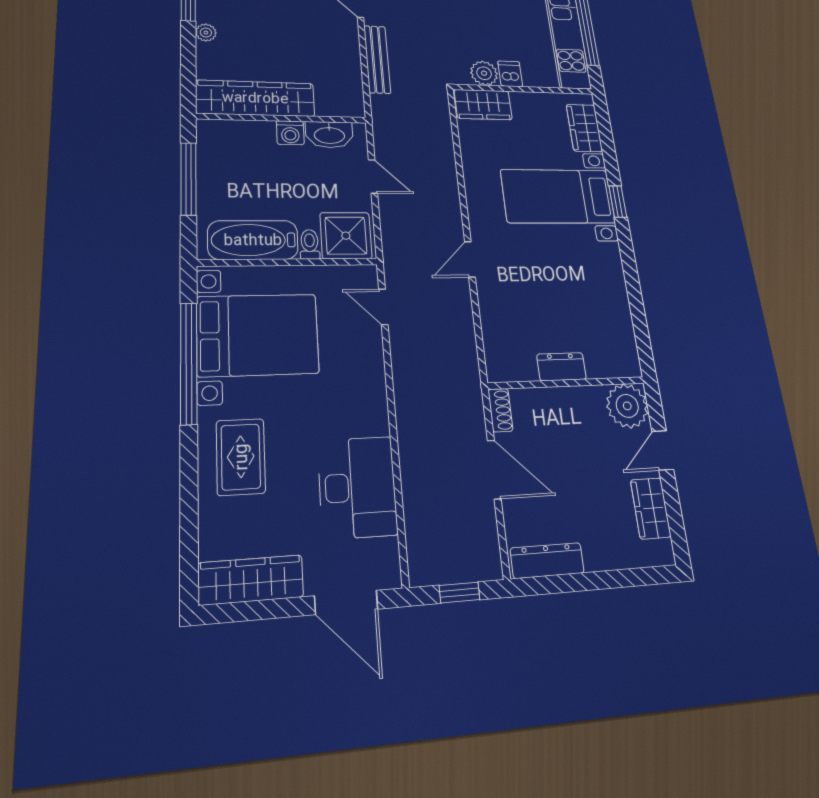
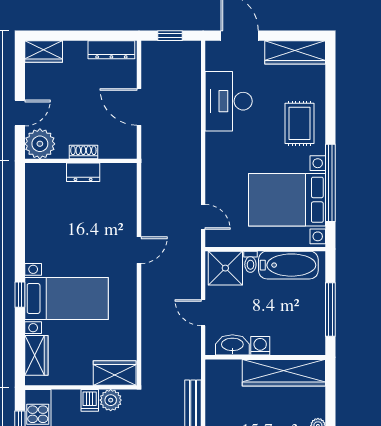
shoe rack: (500, 410) -> (83, 152), moved, turned 90
wardrobe: (651, 508) -> (44, 52), moved, turned 90

